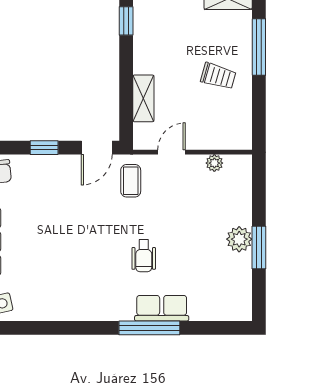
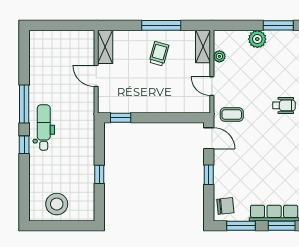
window: (259, 47) -> (161, 25), moved
shelving: (143, 98) -> (203, 46), moved, turned 90
plant: (239, 239) -> (257, 39), moved

